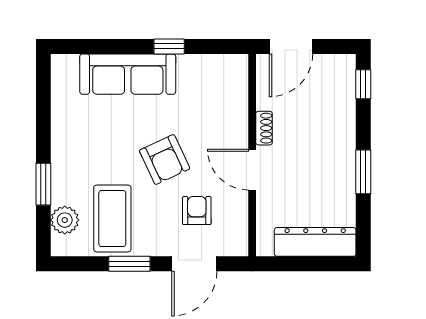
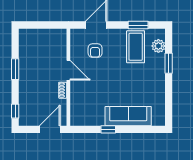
armchair: (165, 160) -> (111, 75), removed
dresser: (315, 242) -> (38, 35), removed
window: (129, 264) -> (138, 25), moved

